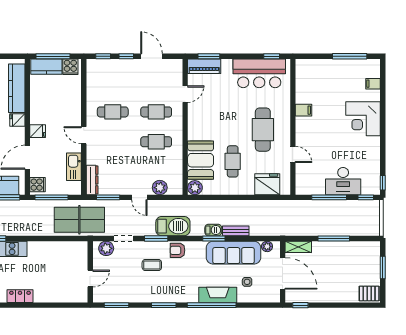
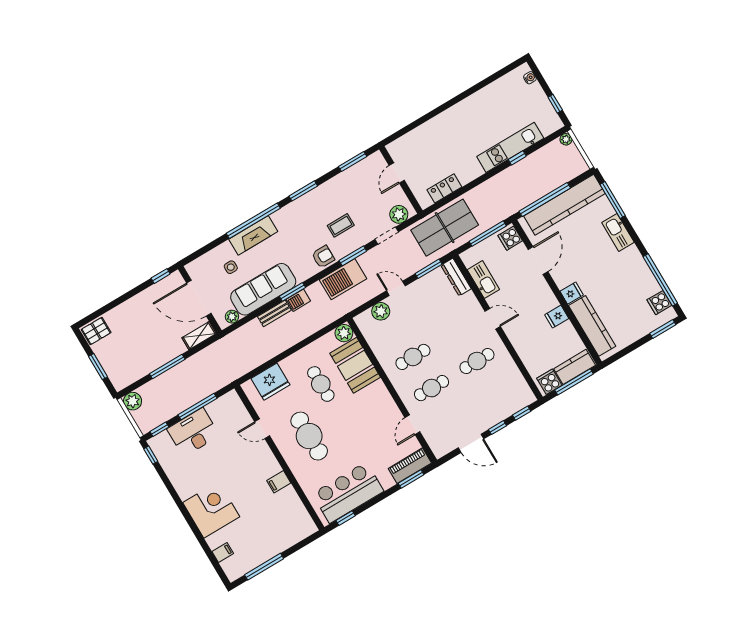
fridge: (38, 131) -> (557, 317), moved
plant: (373, 229) -> (133, 401), added
locker: (20, 296) -> (444, 188), moved, turned 180

